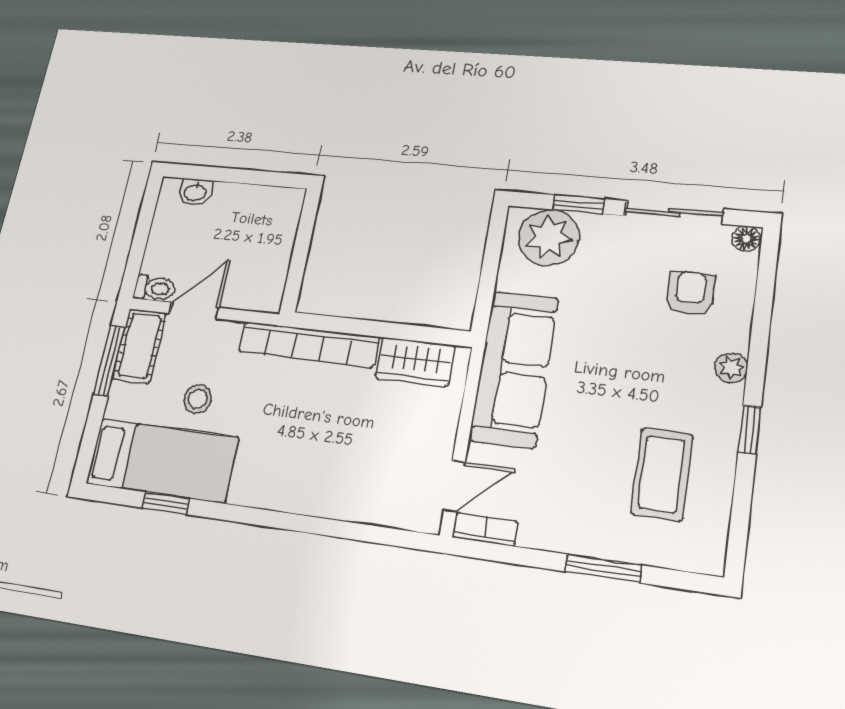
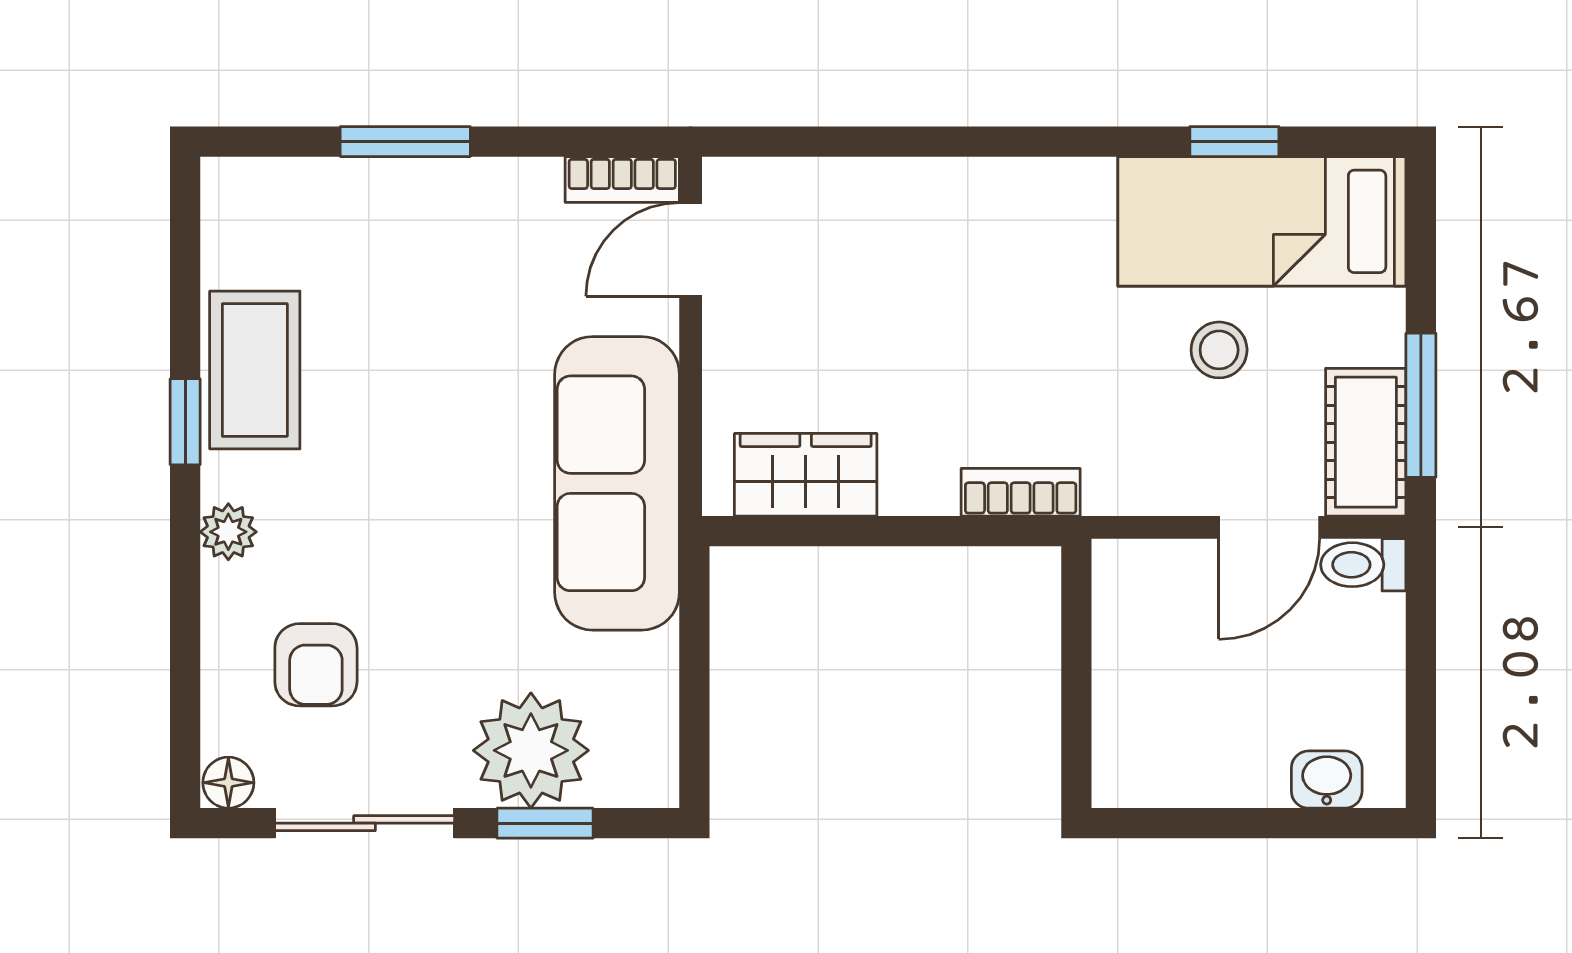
plant: (549, 237) -> (531, 750), moved
bookcase: (308, 344) -> (1021, 492), width x0.43, depth x0.76
coffee table: (662, 474) -> (255, 370), moved

